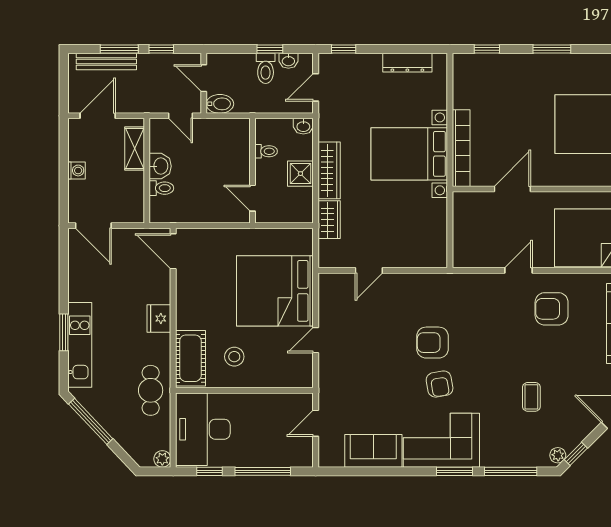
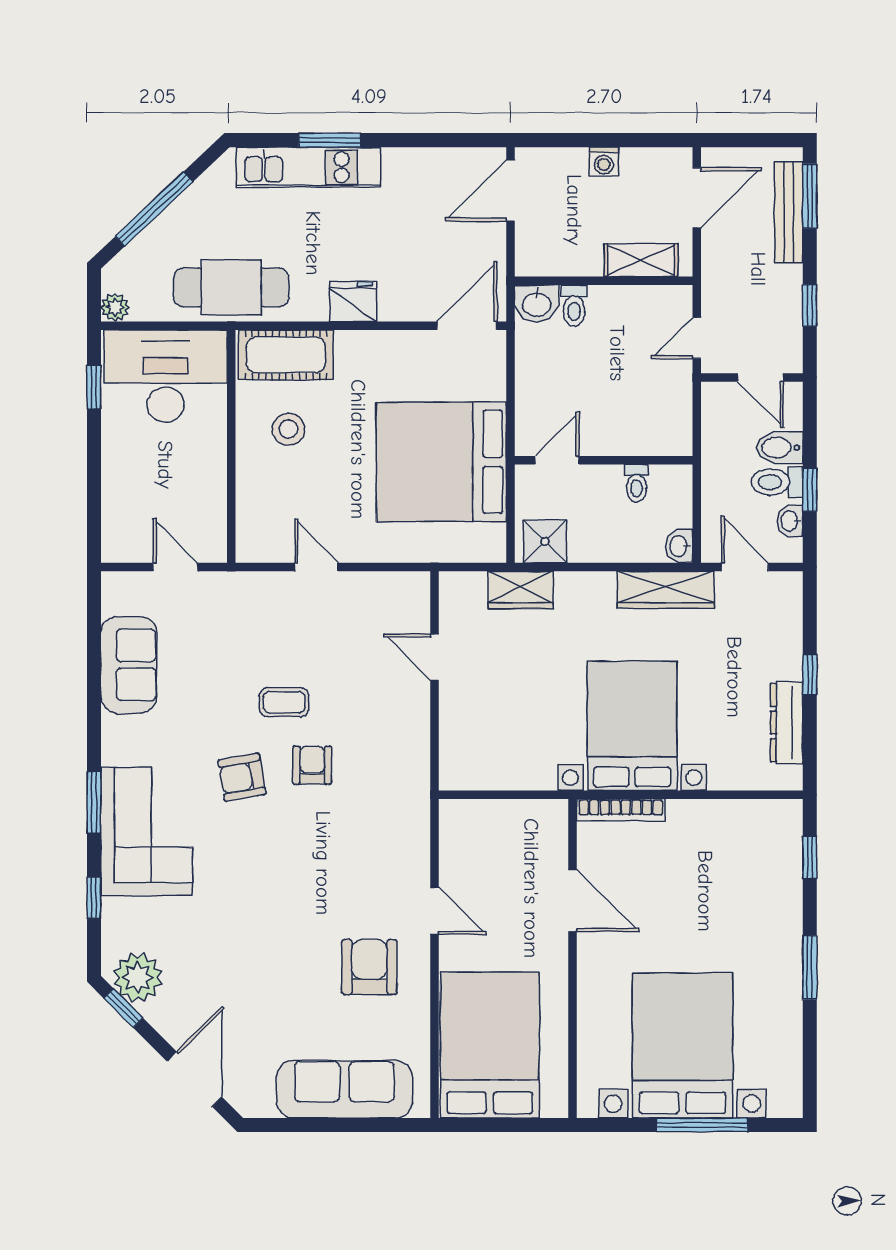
window: (119, 49) -> (810, 196), moved
window: (344, 49) -> (810, 674), moved
door: (204, 78) -> (760, 377), swing flipped
bidet: (220, 104) -> (780, 448), moved, turned 90
door: (98, 116) -> (697, 198), hinge flipped
bookcase: (461, 148) -> (621, 810), width x0.68, depth x0.76
washbasin: (160, 166) -> (537, 304), moved
wardrobe: (329, 170) -> (666, 590), moved
shower: (300, 174) -> (545, 541), moved
bed: (275, 291) -> (441, 462), moved, turned -90
armchair: (432, 343) -> (312, 765), width x0.72, depth x0.72
cafe table: (151, 390) -> (231, 287), width x1.37, depth x1.35
coffee table: (531, 397) -> (284, 702), moved
window: (91, 421) -> (154, 209), moved
corner sofa: (441, 440) -> (147, 831), moved
plant: (558, 455) -> (138, 978), width x1.88, depth x1.88
window: (263, 471) -> (94, 478), removed
window: (511, 471) -> (94, 898), width x0.46

